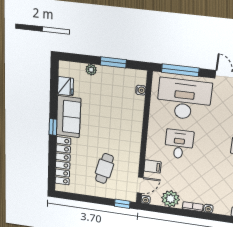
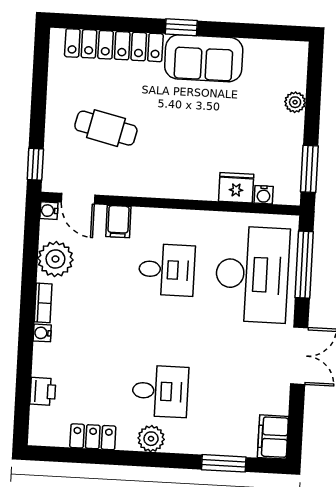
window: (113, 62) -> (309, 169), moved
fridge: (66, 86) -> (236, 188), moved, turned 180

